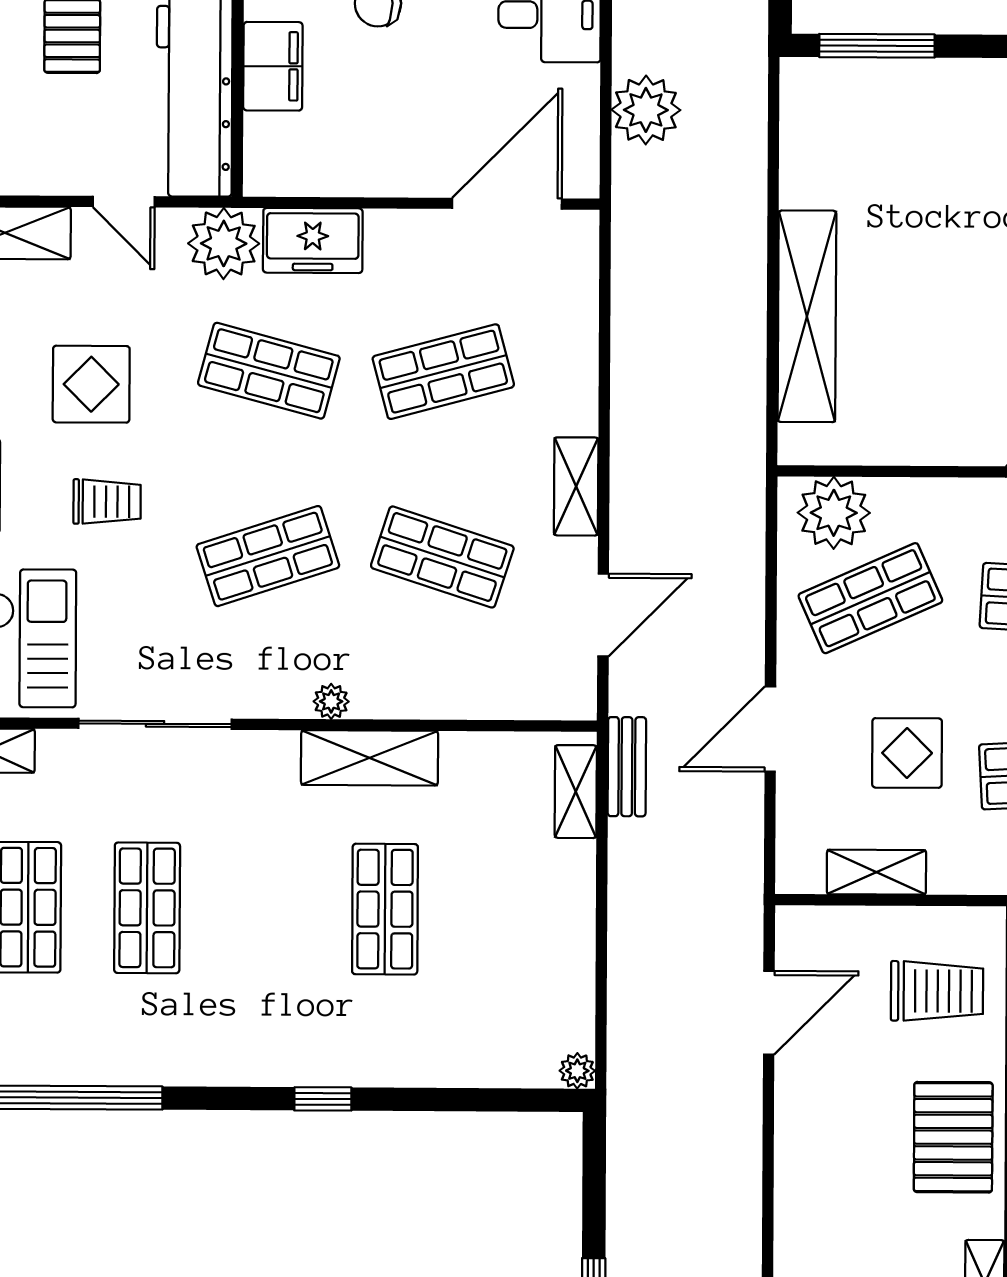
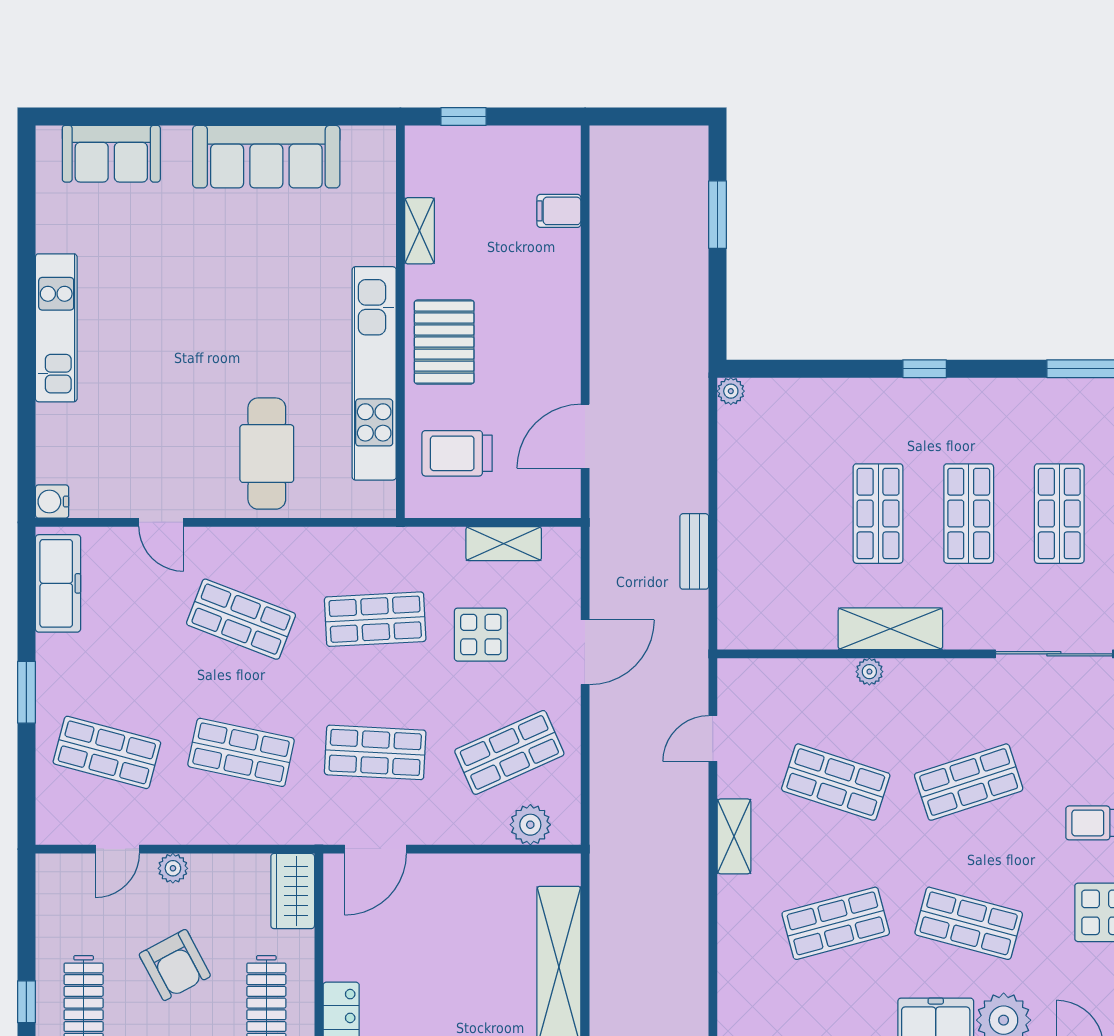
plant: (834, 513) -> (530, 825), width x0.73, depth x0.73
door: (603, 615) -> (713, 739), width x0.73
plant: (331, 701) -> (869, 672), moved
bench: (627, 767) -> (694, 551), moved
shelving: (576, 792) -> (733, 604), removed
shop shelf: (266, 908) -> (969, 514), added

